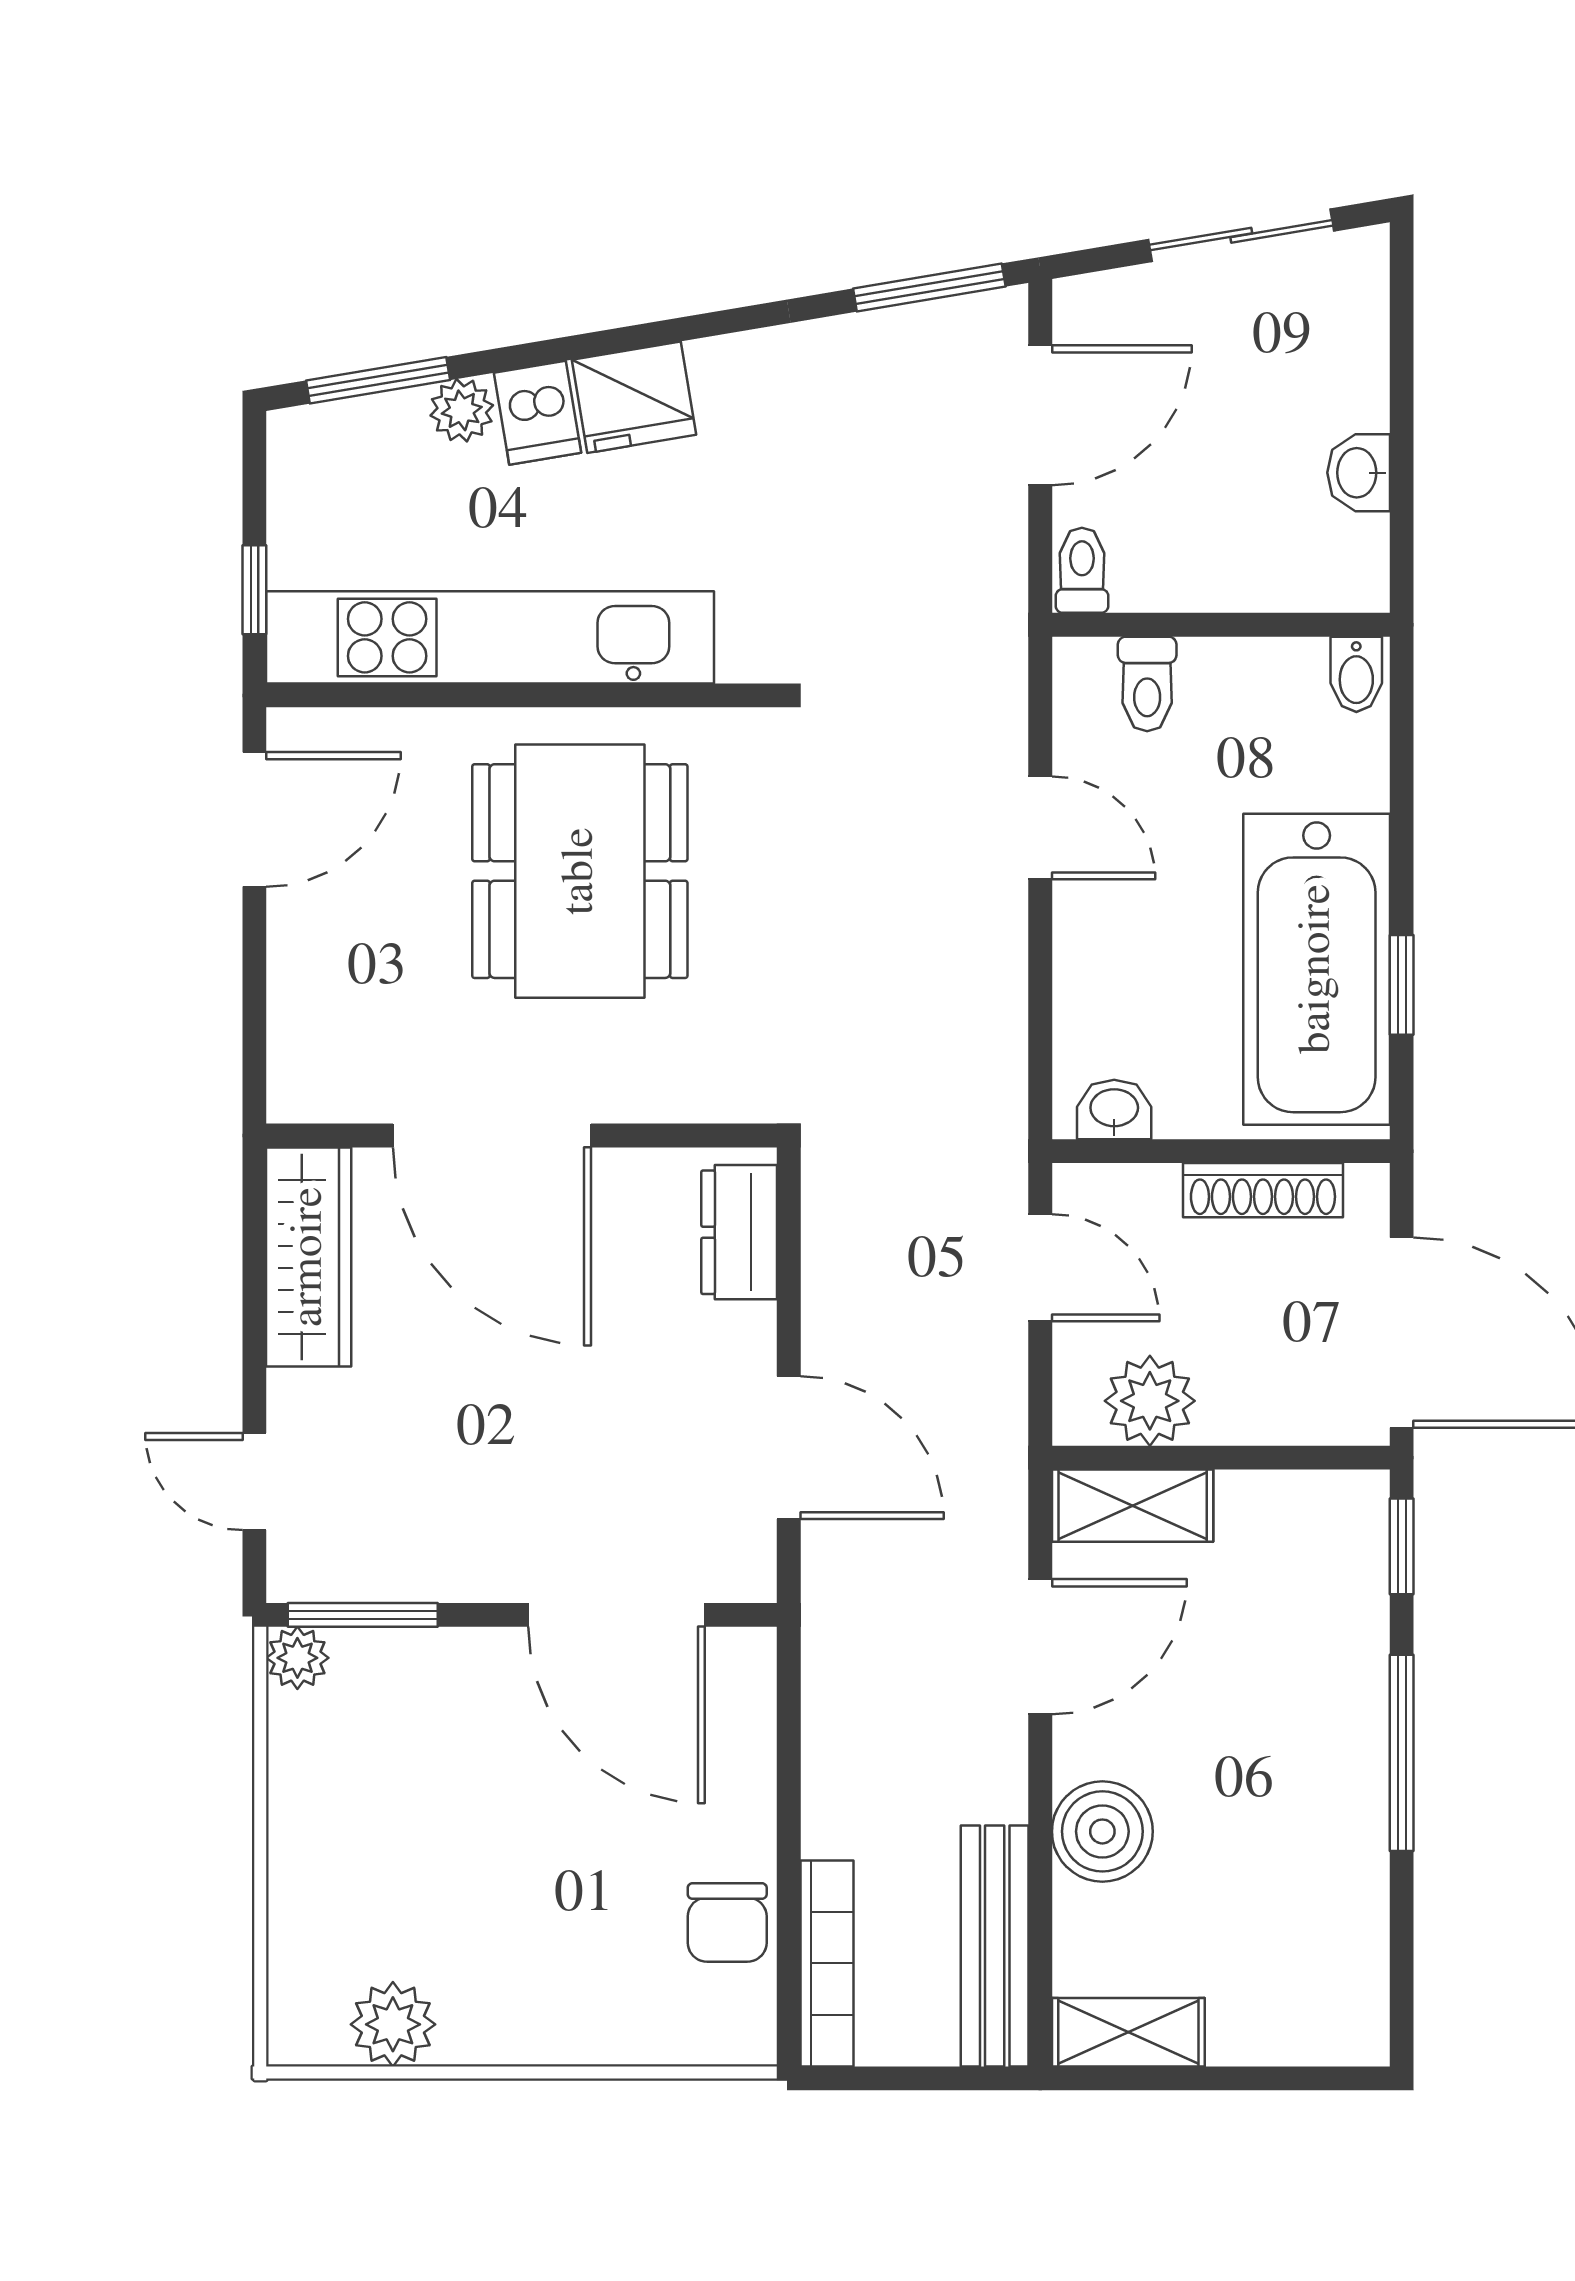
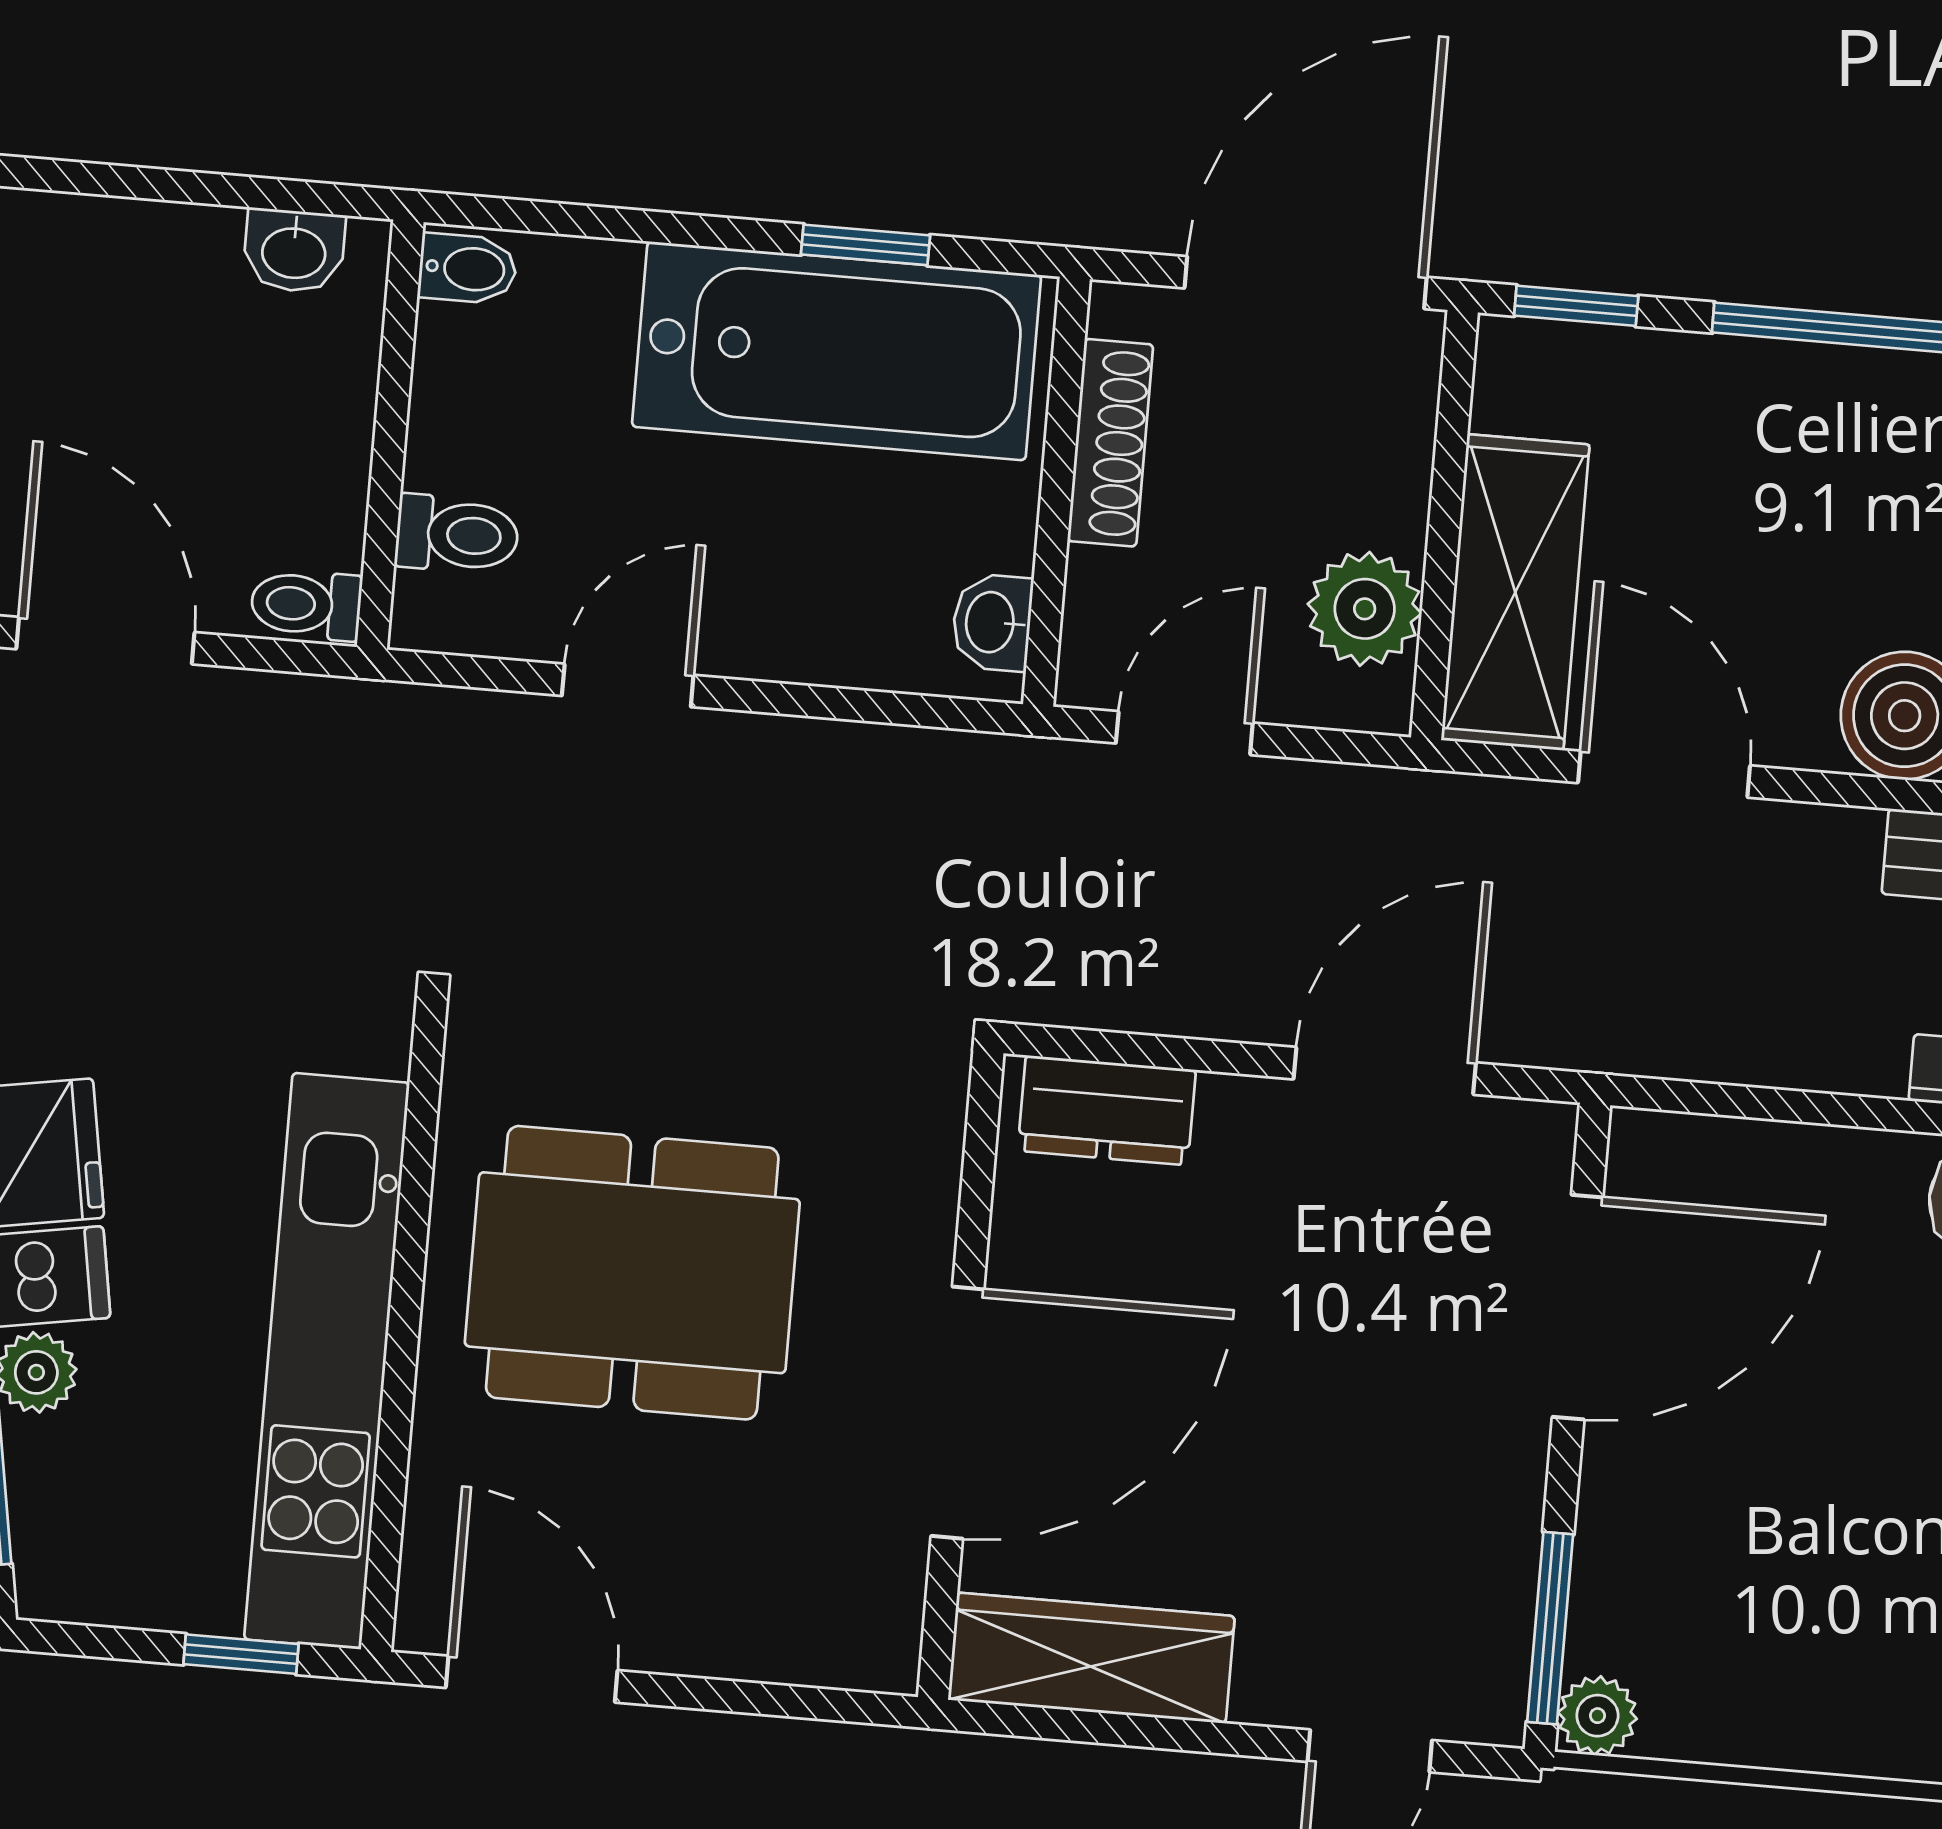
washbasin: (1359, 473) -> (294, 251), moved
shelving: (1133, 1506) -> (1515, 592), width x1.50, depth x1.33

